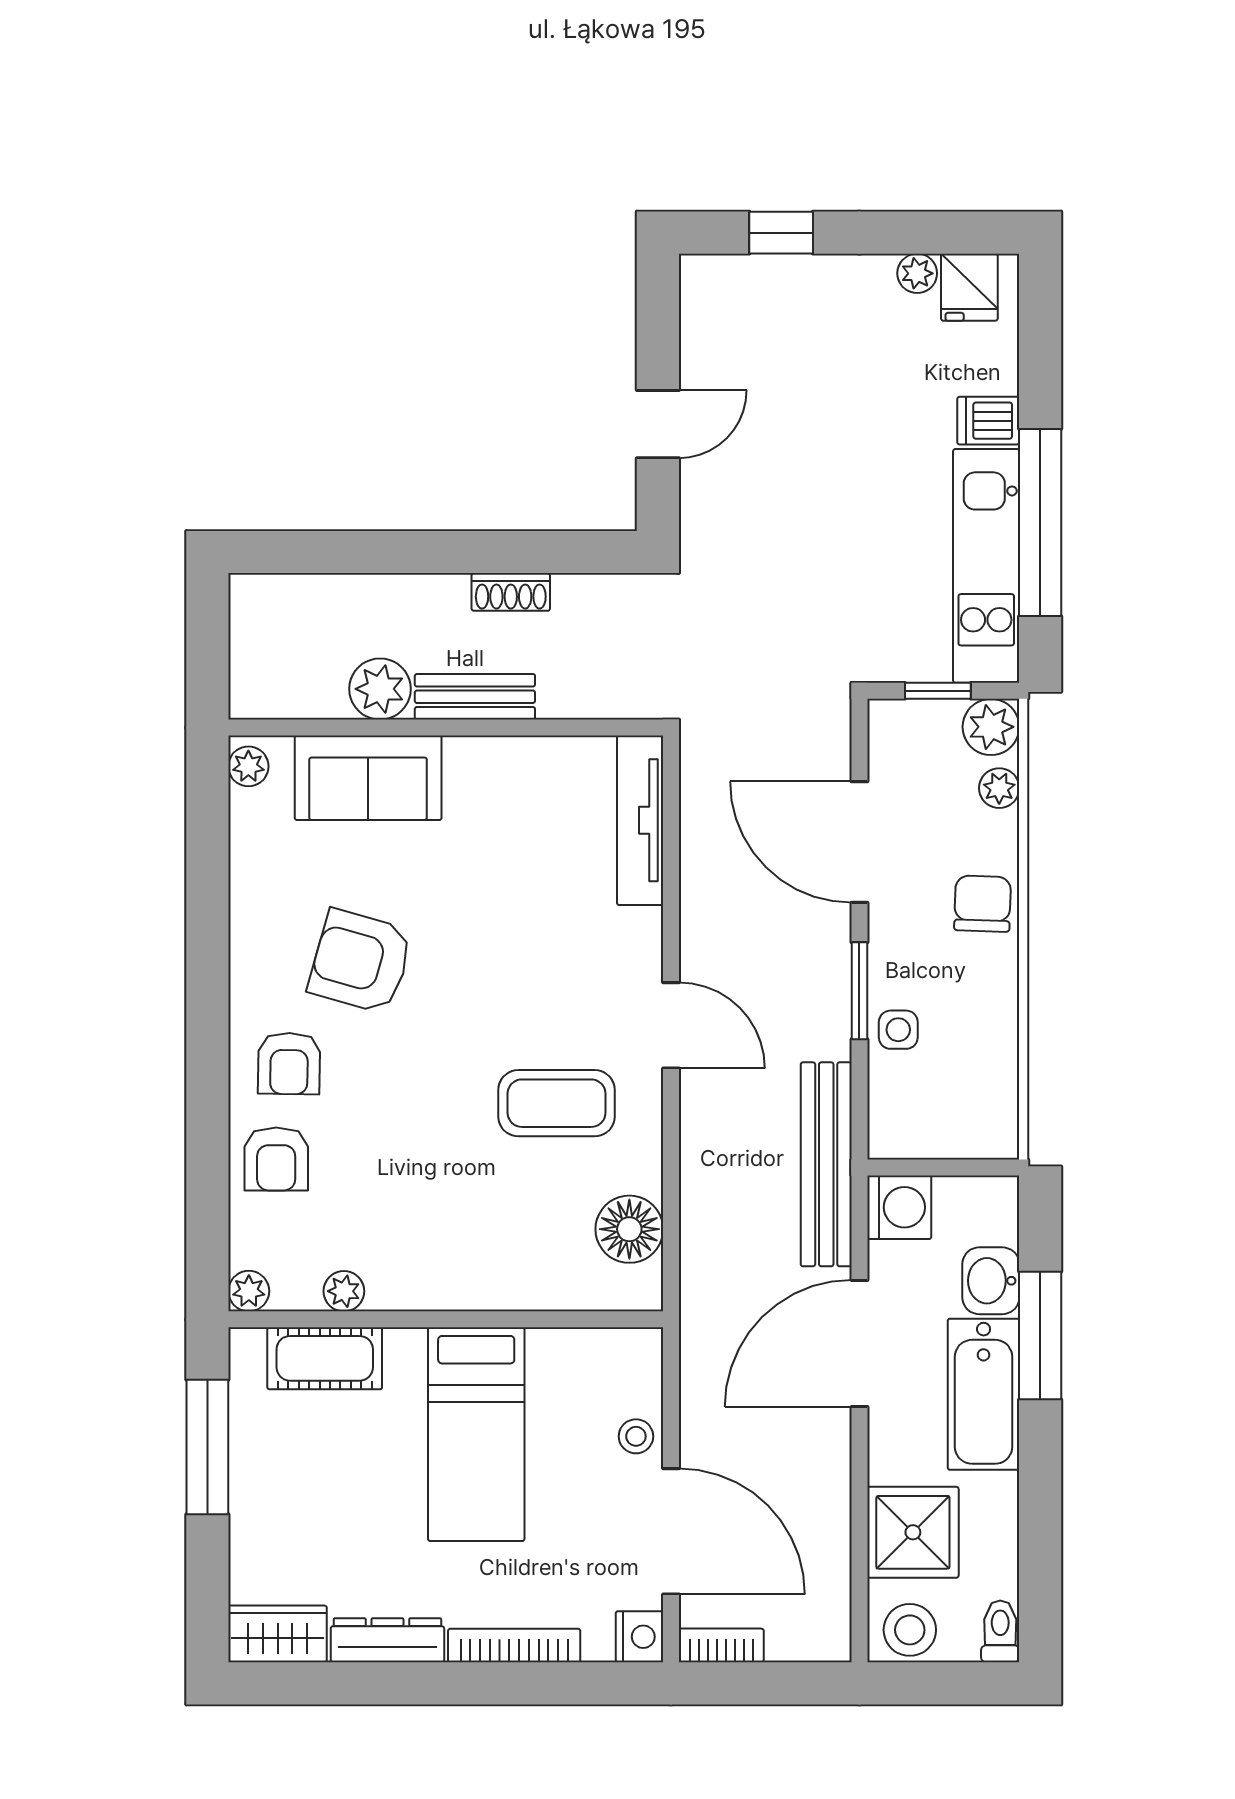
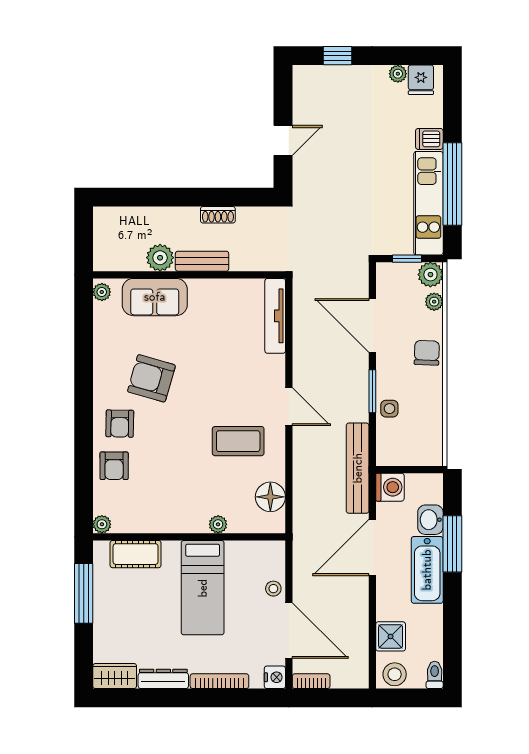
plant: (344, 1291) -> (218, 524), moved
shower: (913, 1532) -> (391, 636), width x0.73, depth x0.73

